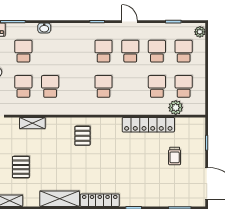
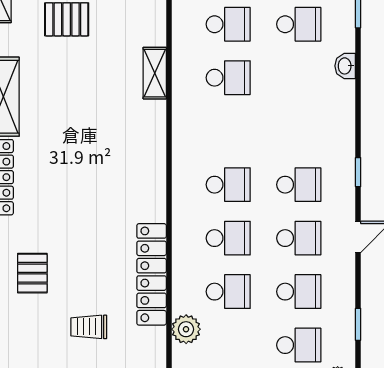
school desk: (184, 86) -> (228, 238), moved
shelving: (32, 123) -> (155, 73), moved
pallet: (82, 136) -> (32, 273), moved, turned 90

